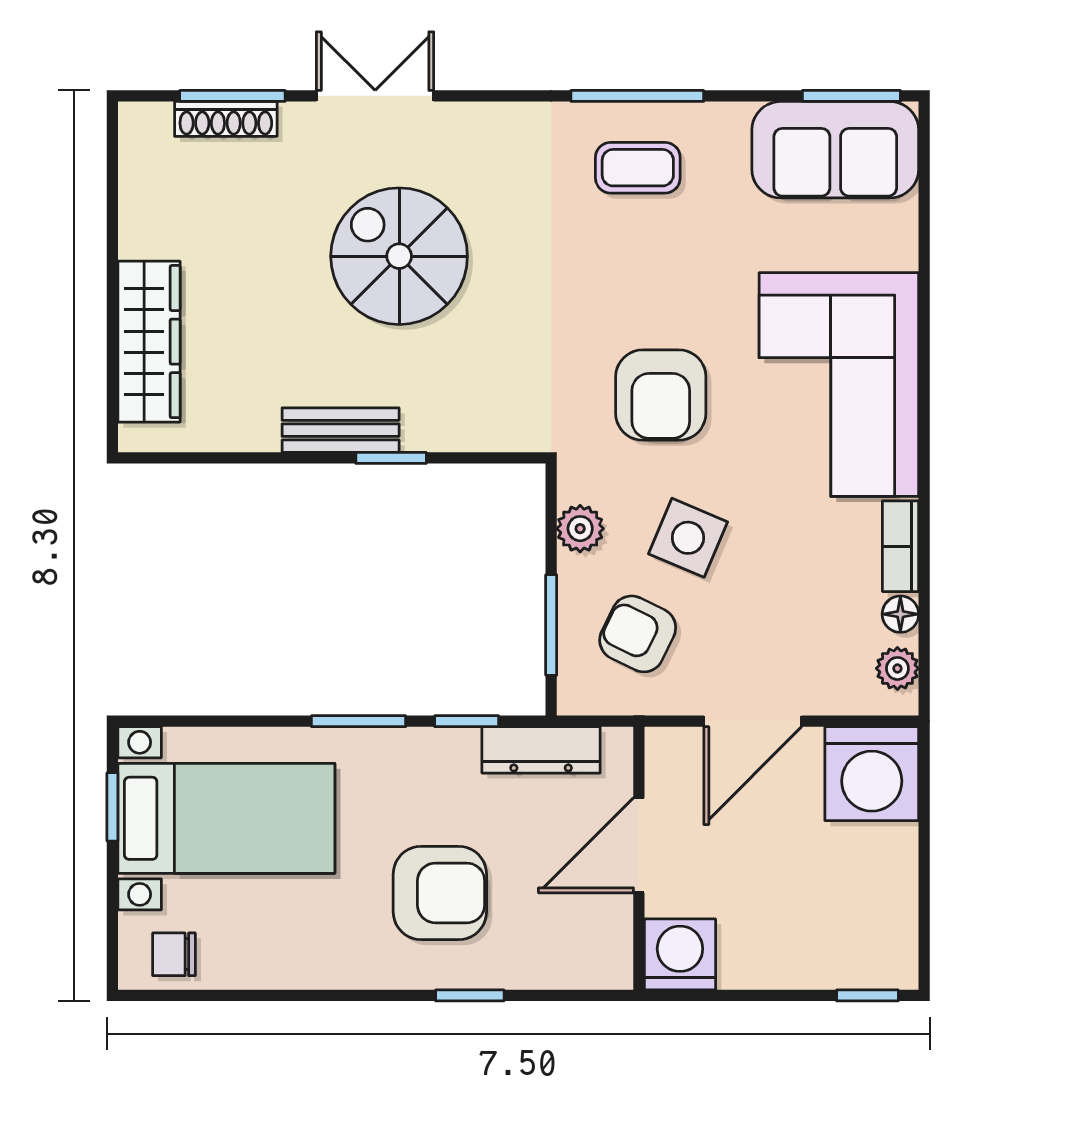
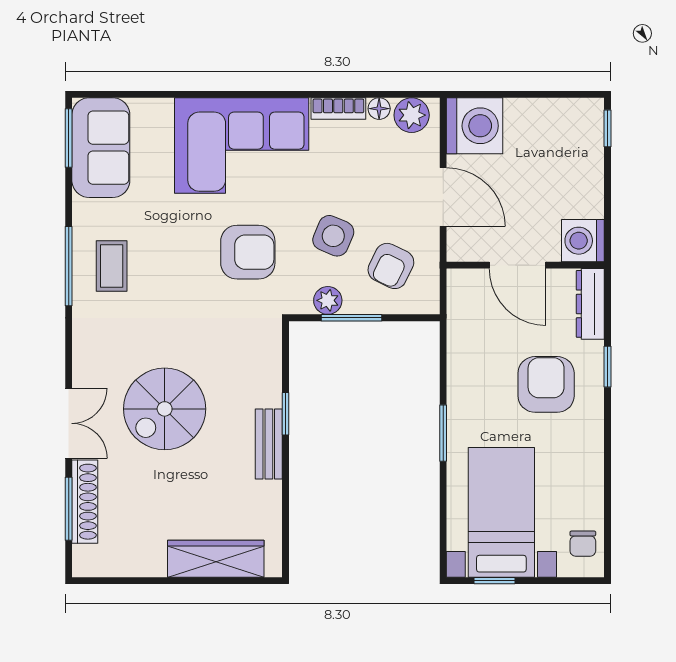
double door: (375, 96) -> (69, 423), swing flipped
shoe rack: (226, 119) -> (85, 502), width x1.36, depth x1.24
window: (551, 625) -> (352, 318), moved
plant: (897, 668) -> (412, 115), width x1.38, depth x1.38
window: (467, 721) -> (443, 368), removed
dresser: (541, 750) -> (590, 304), moved, turned 180

